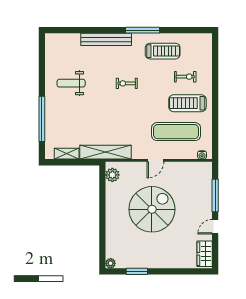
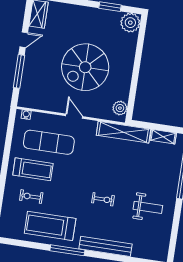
treadmill: (163, 51) -> (50, 226), width x1.37, depth x1.38
exercise bike: (127, 83) -> (103, 199), moved
door: (155, 160) -> (74, 116), hinge flipped
plant: (111, 263) -> (130, 23), width x1.88, depth x1.88

